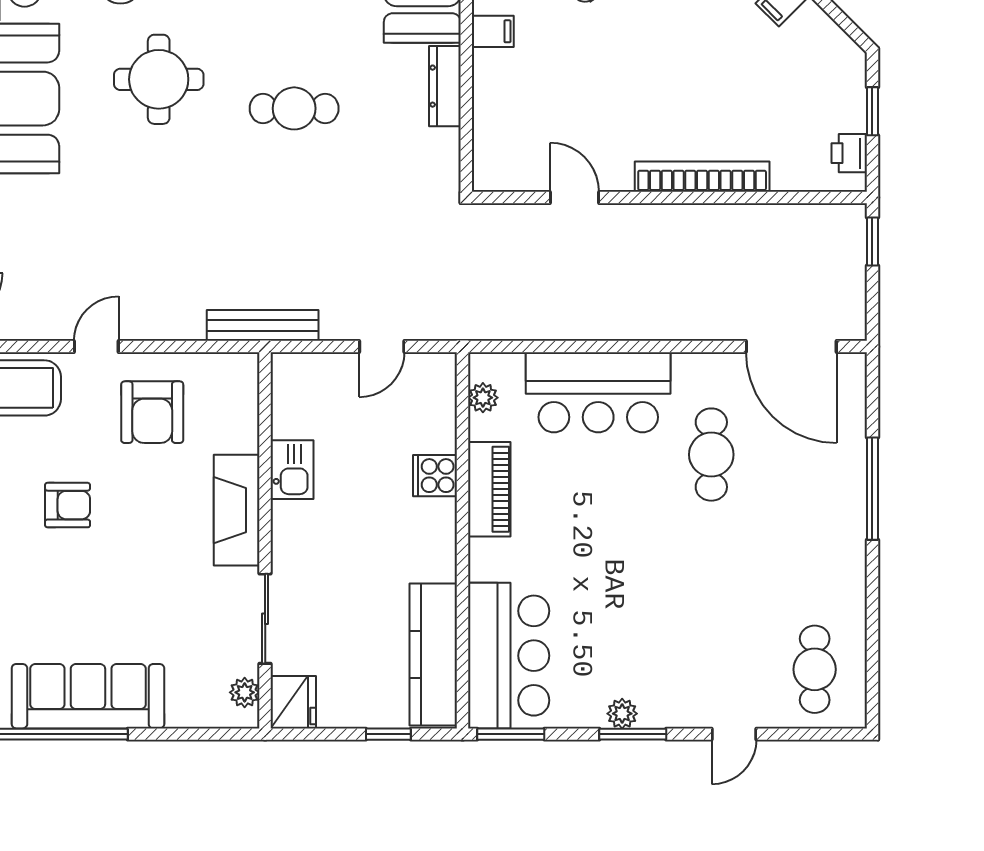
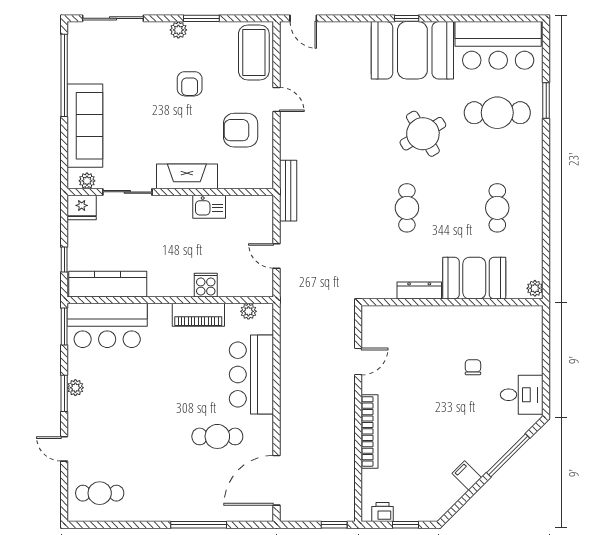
filing cabinet: (493, 31) -> (449, 317), removed
round table: (159, 79) -> (423, 134), turned -31
sofa: (88, 696) -> (85, 126), moved

